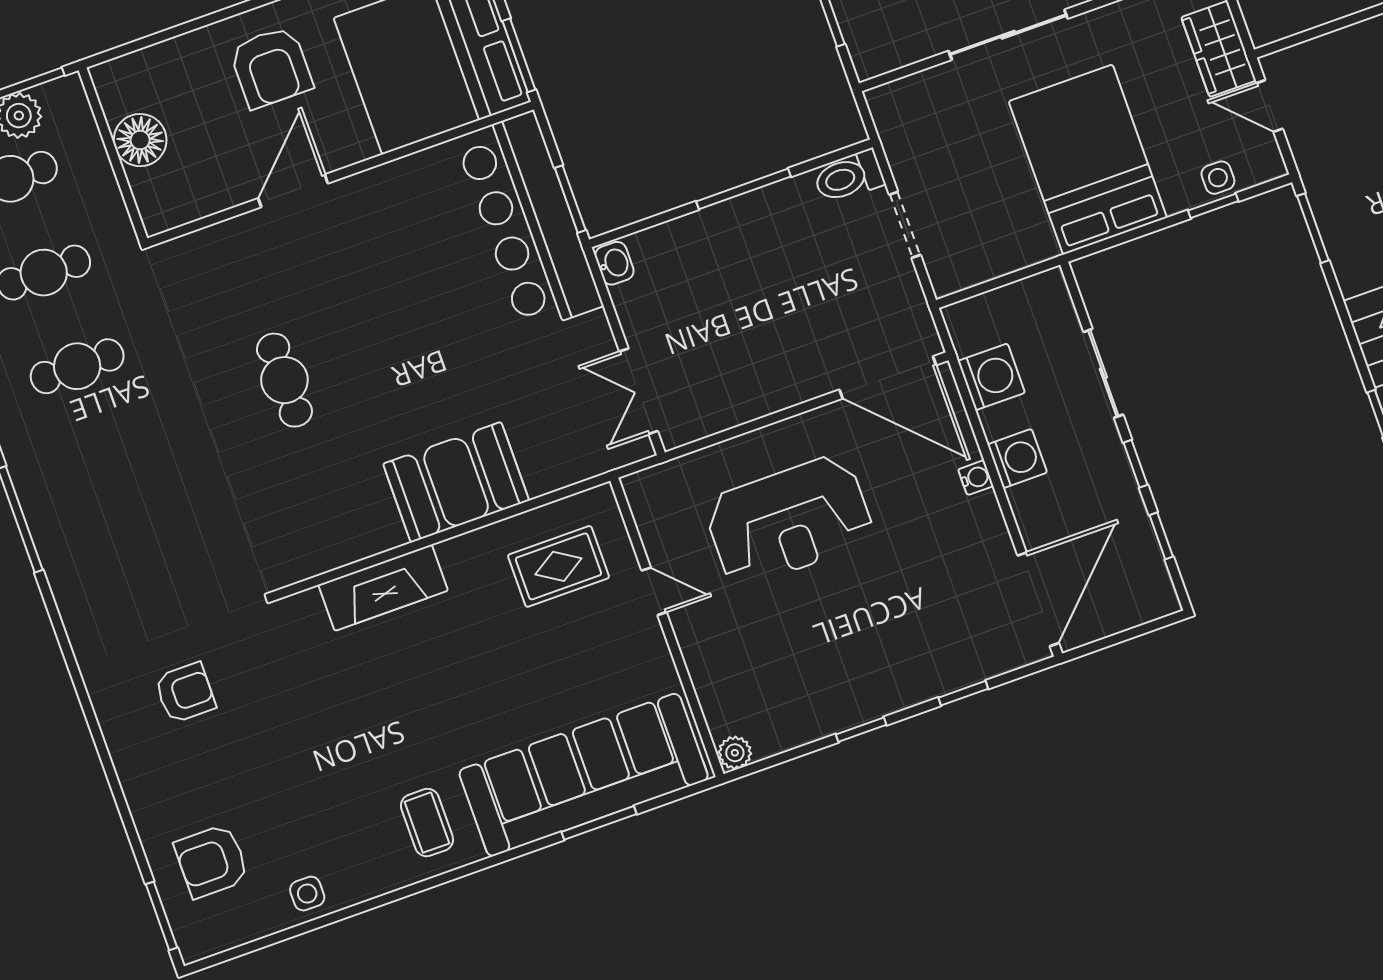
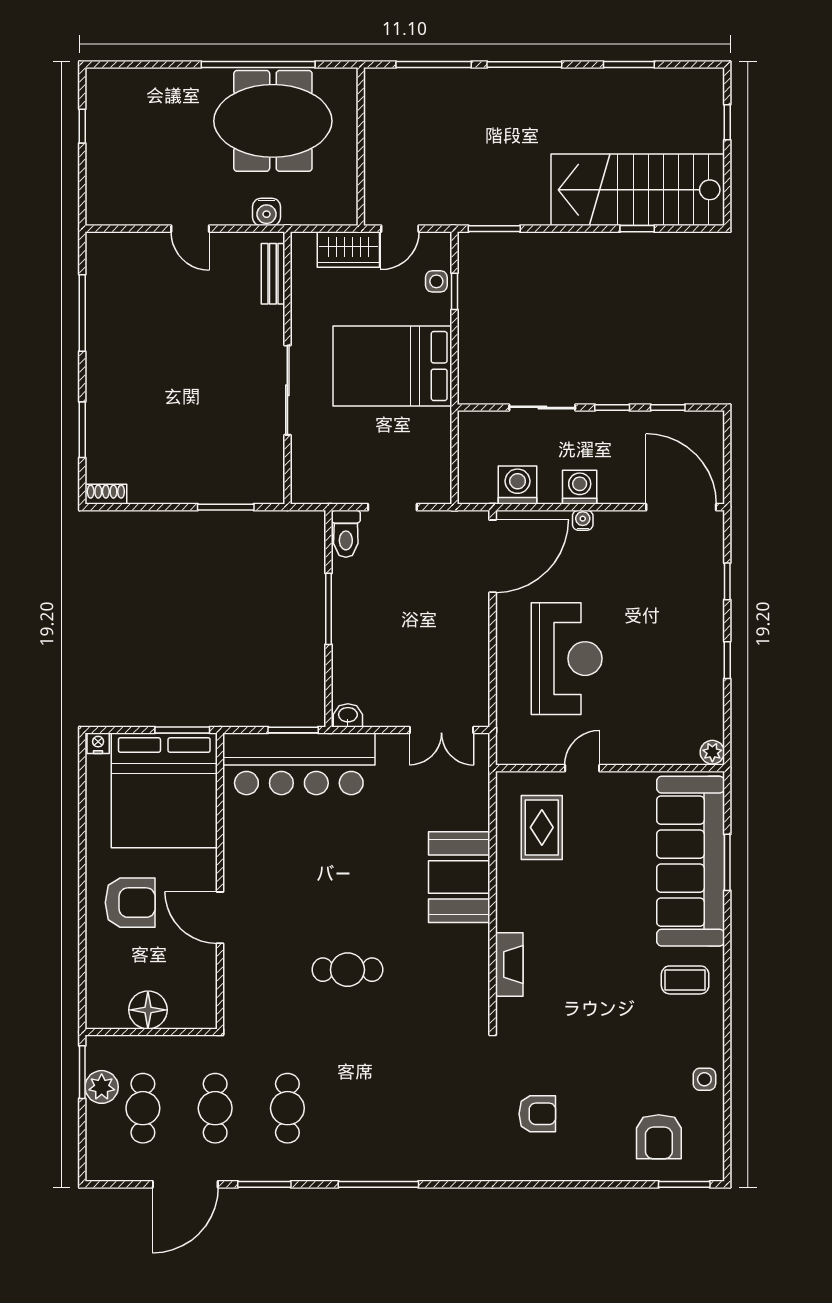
fireplace: (383, 588) -> (509, 965), width x0.73, depth x0.76
armchair: (185, 693) -> (537, 1114), turned 90

